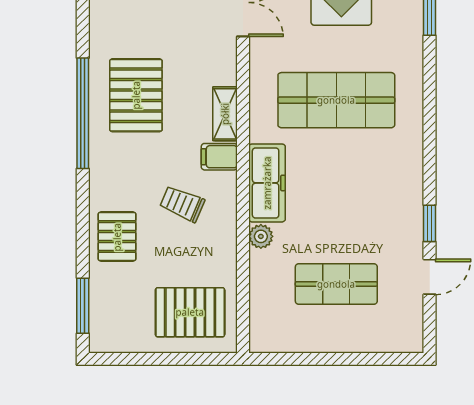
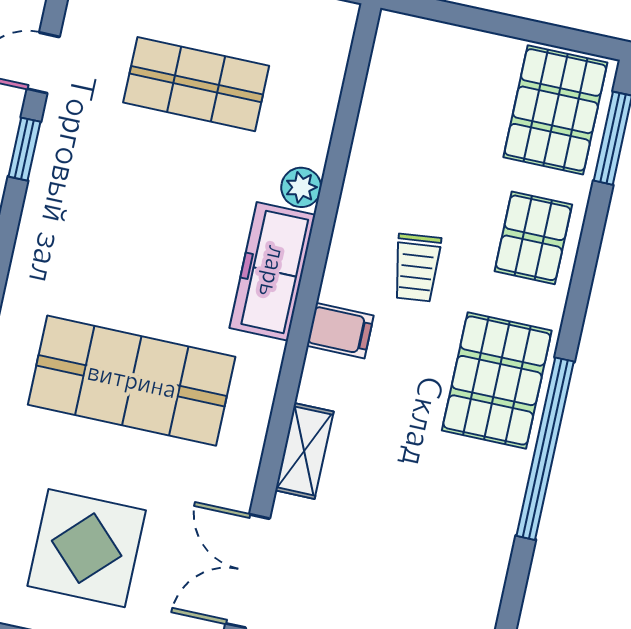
pallet: (136, 95) -> (497, 381), moved
shelving: (225, 114) -> (304, 451), moved
trolley: (182, 204) -> (417, 268), turned 61
pallet: (190, 312) -> (555, 110), moved, turned 90

